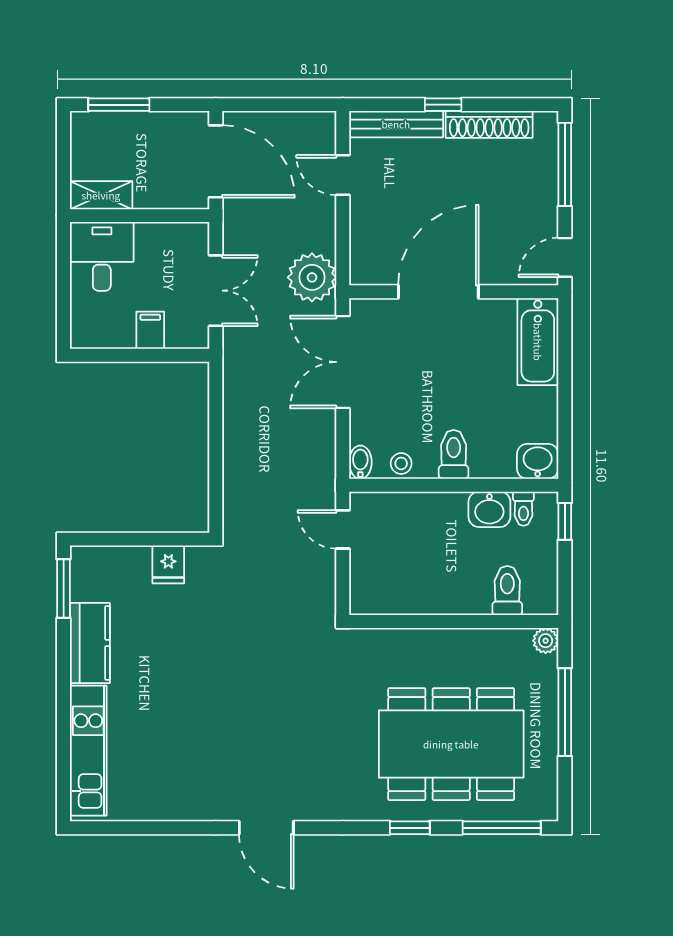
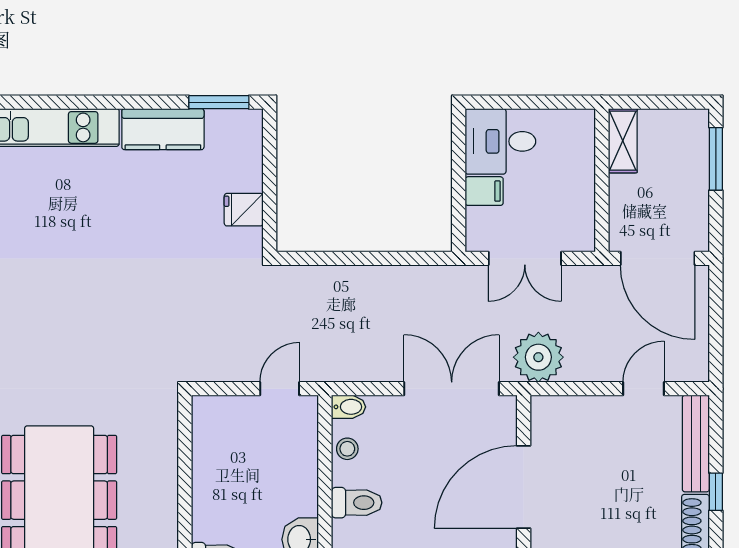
door: (216, 161) -> (658, 258), hinge flipped
desk: (102, 256) -> (500, 141), moved, turned 180
door: (438, 292) -> (524, 487), swing flipped

